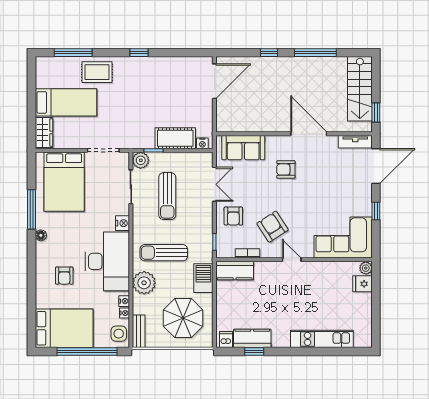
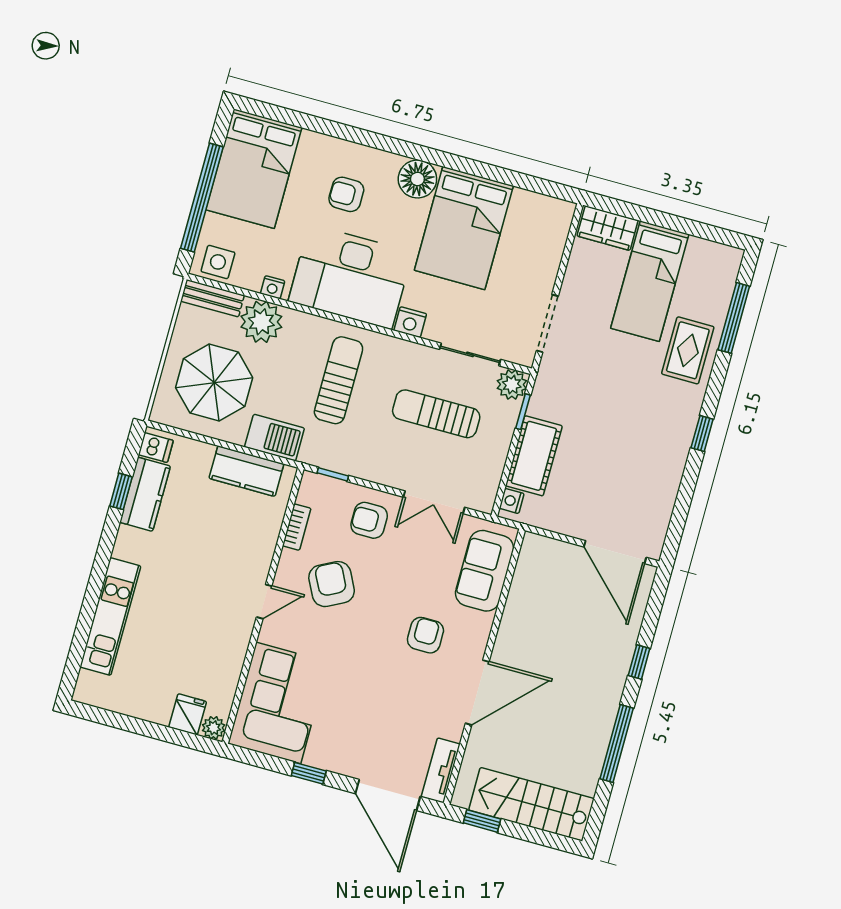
bed: (64, 182) -> (464, 228), moved, turned -90
window: (32, 209) -> (479, 169), removed
armchair: (273, 227) -> (332, 584), turned -84
floor lamp: (41, 235) -> (417, 179), width x1.89, depth x1.89
kitchen counter: (235, 271) -> (246, 471), moved, turned -90
plant: (144, 283) -> (261, 322), moved
nightstand: (124, 313) -> (251, 282), removed

